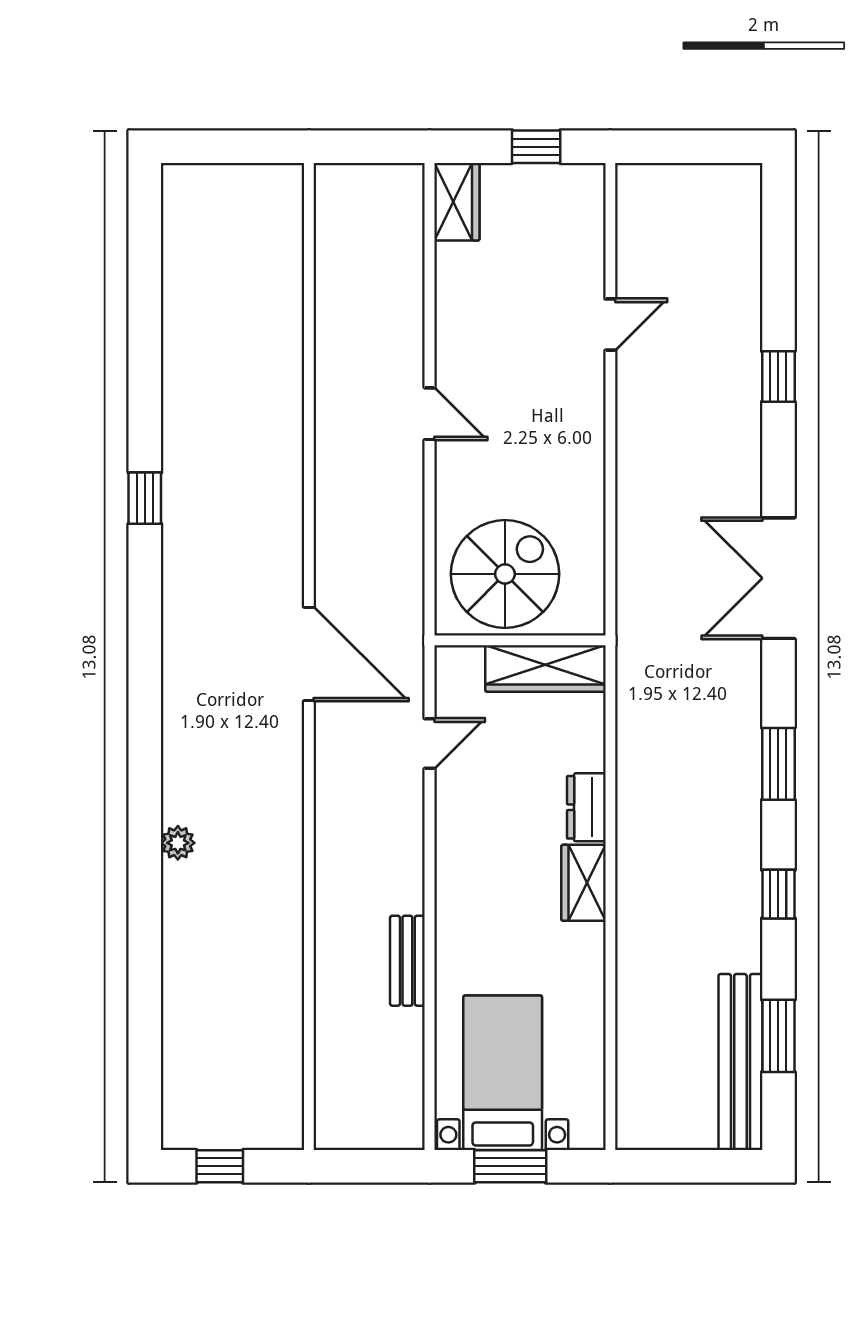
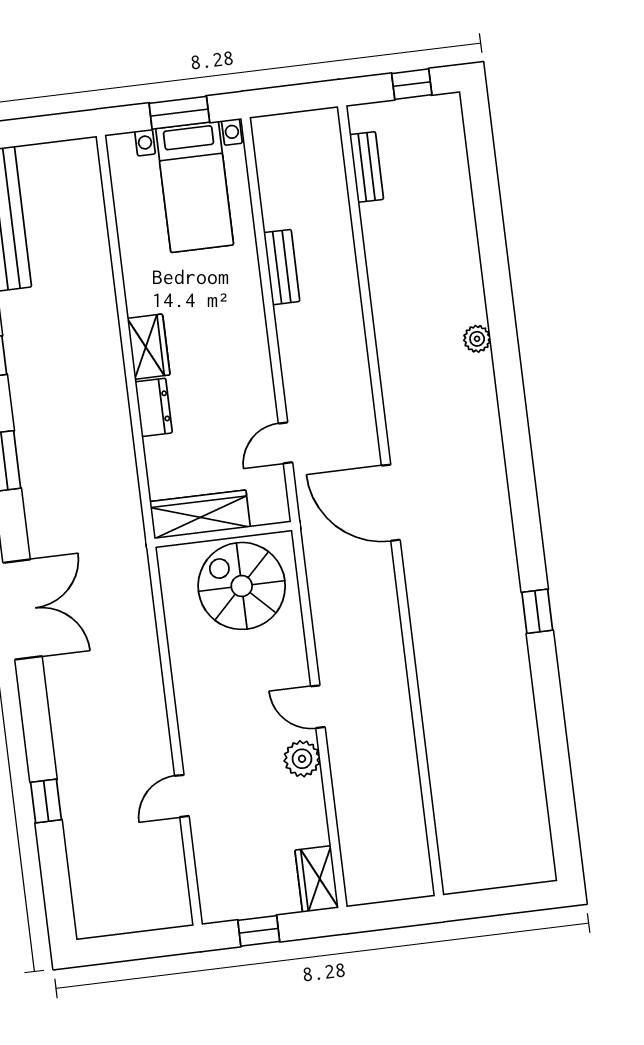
plant: (457, 352) -> (302, 759), added
window: (778, 376) -> (46, 801), moved
spiral stairs: (505, 574) -> (242, 586), turned 90
bench: (288, 1071) -> (367, 167), added

